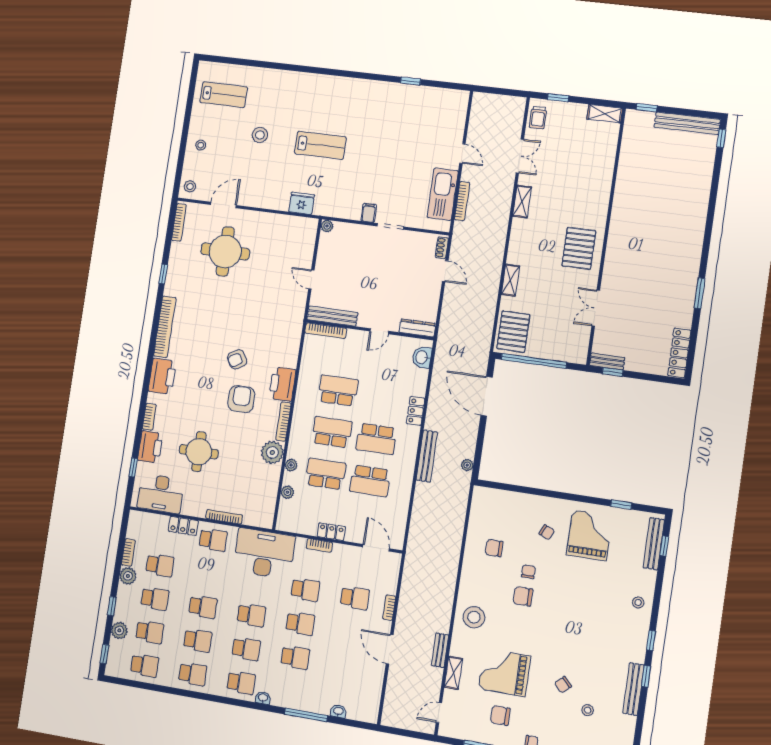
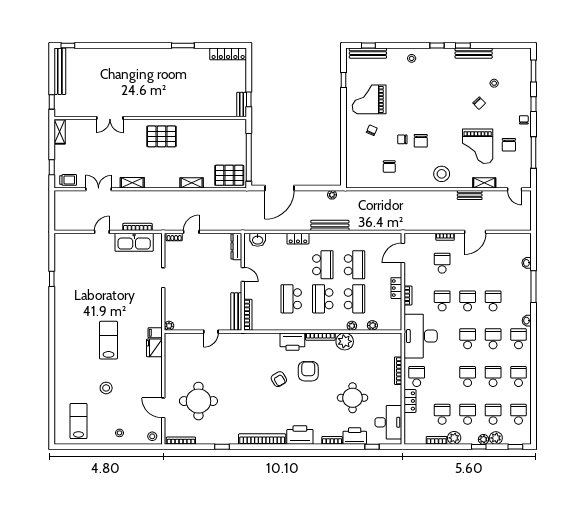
filing cabinet: (369, 213) -> (155, 333), moved
double door: (596, 308) -> (110, 118), moved
armchair: (241, 399) -> (308, 371), turned 90
school desk: (326, 474) -> (354, 299), turned 180
plant: (120, 614) -> (483, 439), added

